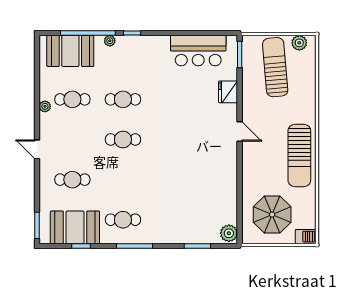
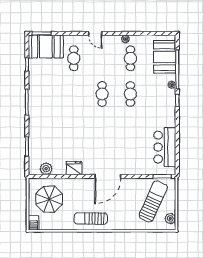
sun lounger: (275, 67) -> (153, 201), turned -61
fridge: (228, 92) -> (74, 168), moved
door: (240, 131) -> (108, 176), width x1.87
door: (37, 149) -> (95, 33), swing flipped
sun lounger: (299, 156) -> (91, 218), width x0.73, depth x0.75
cafe table: (123, 220) -> (45, 94), removed
booth: (75, 227) -> (46, 46), moved, turned 90
plant: (229, 233) -> (46, 169), moved

